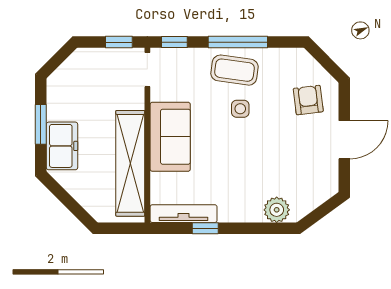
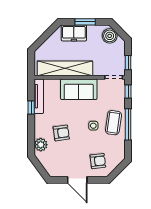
boiler: (68, 77) -> (110, 36), added
armchair: (254, 170) -> (61, 133), added

